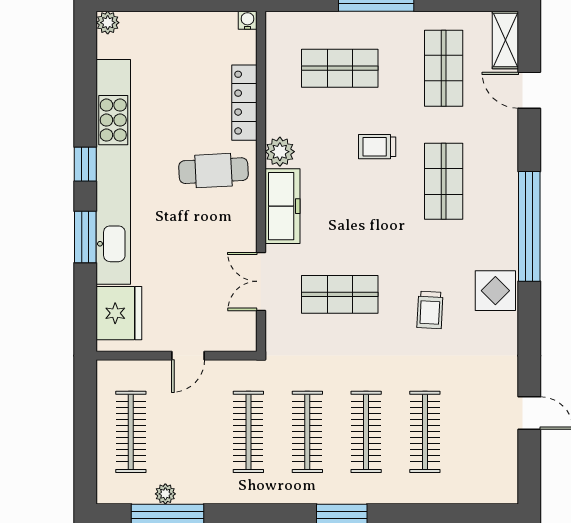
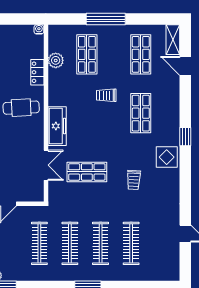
shop shelf: (340, 68) -> (87, 54), turned 90
locker: (244, 103) -> (37, 72), width x0.66
plant: (280, 152) -> (56, 60), moved
window: (529, 226) -> (185, 137), width x0.32
double door: (261, 281) -> (46, 165), swing flipped
display table: (495, 291) -> (167, 157), moved

